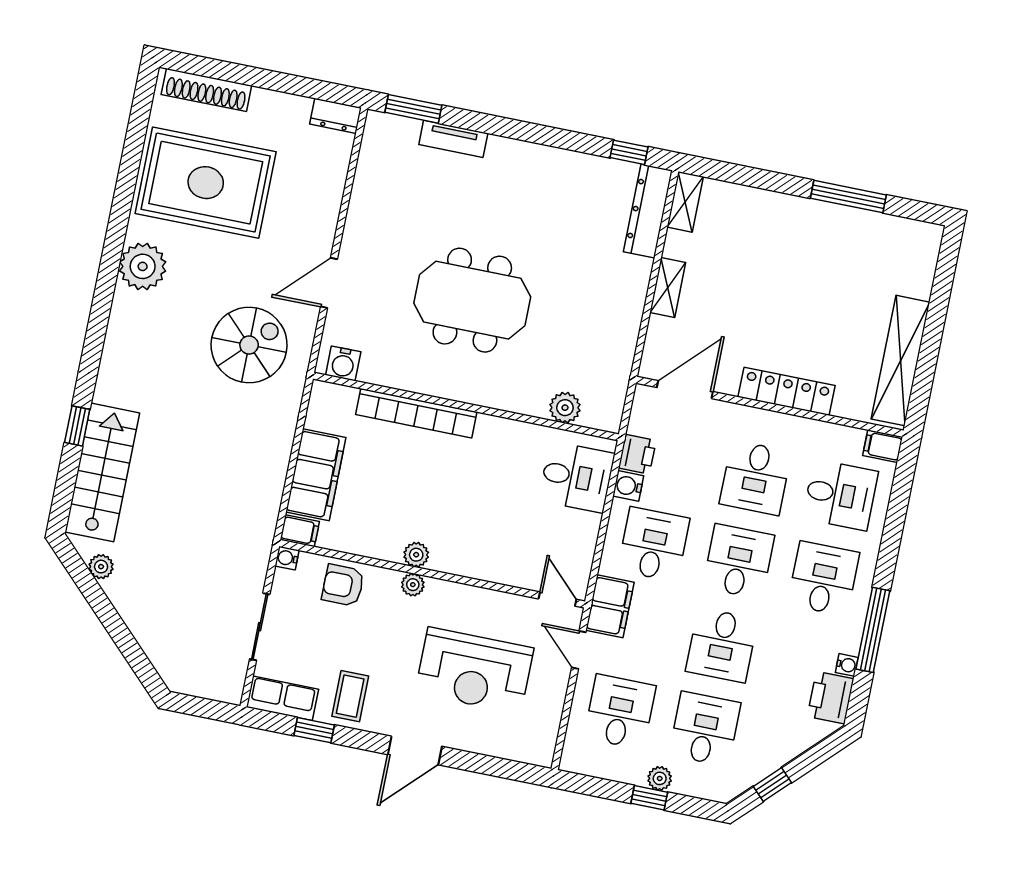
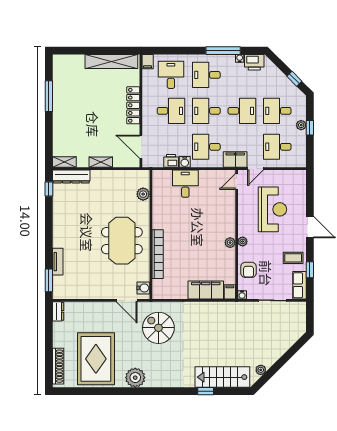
water cooler: (343, 363) -> (143, 288), moved
wall: (466, 407) -> (151, 235), moved
plant: (565, 408) -> (143, 194), moved
bookcase: (416, 413) -> (158, 254), moved

